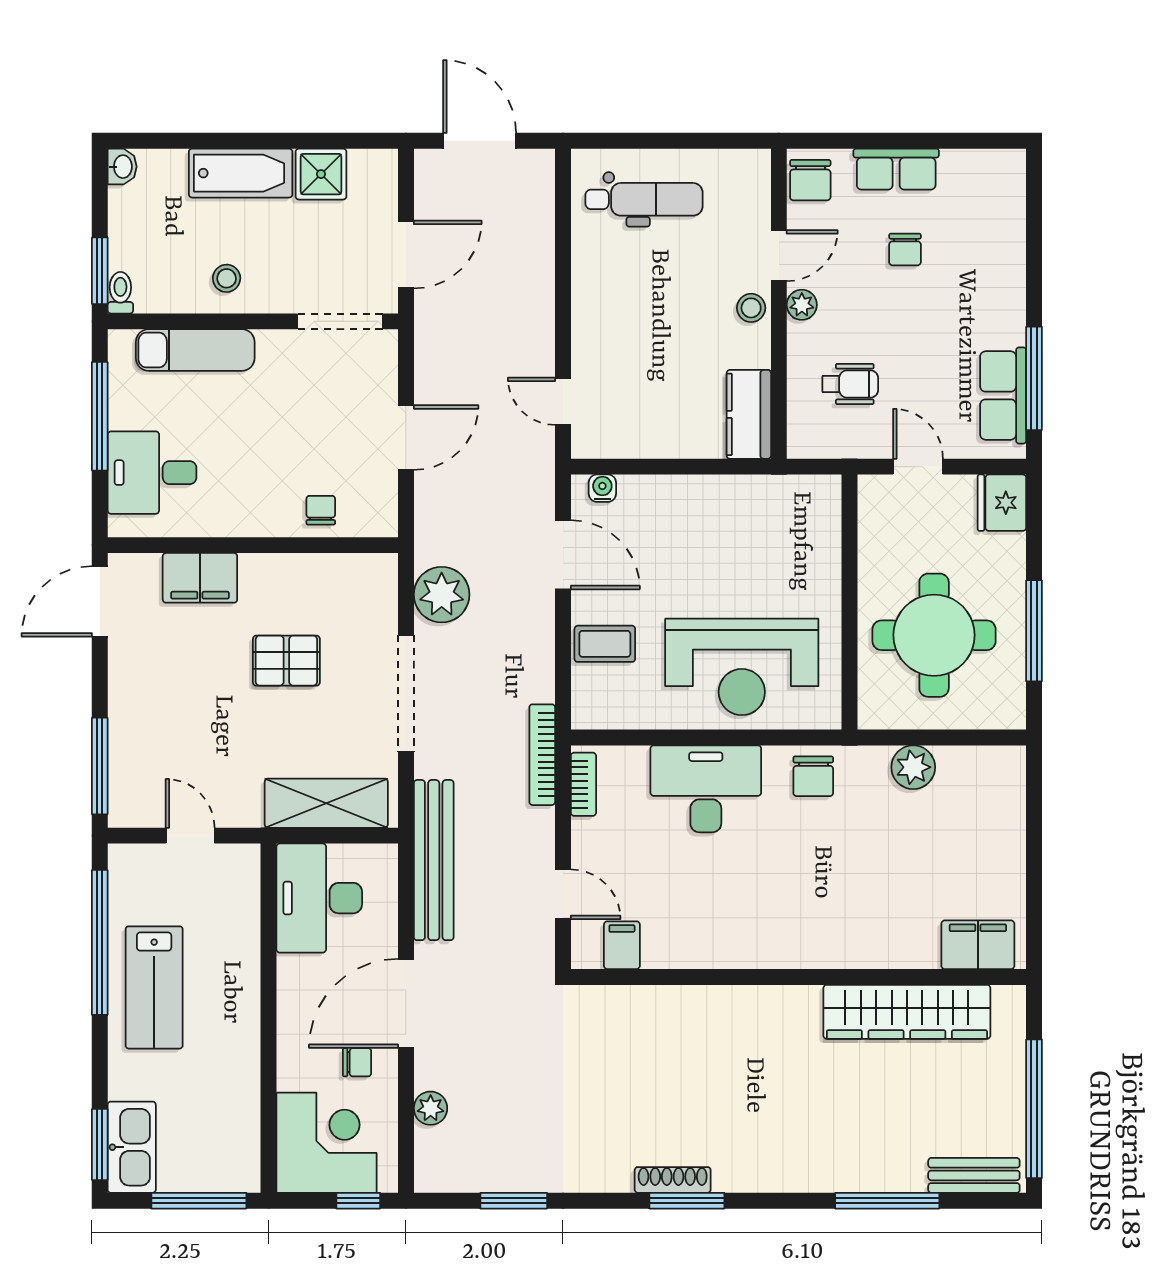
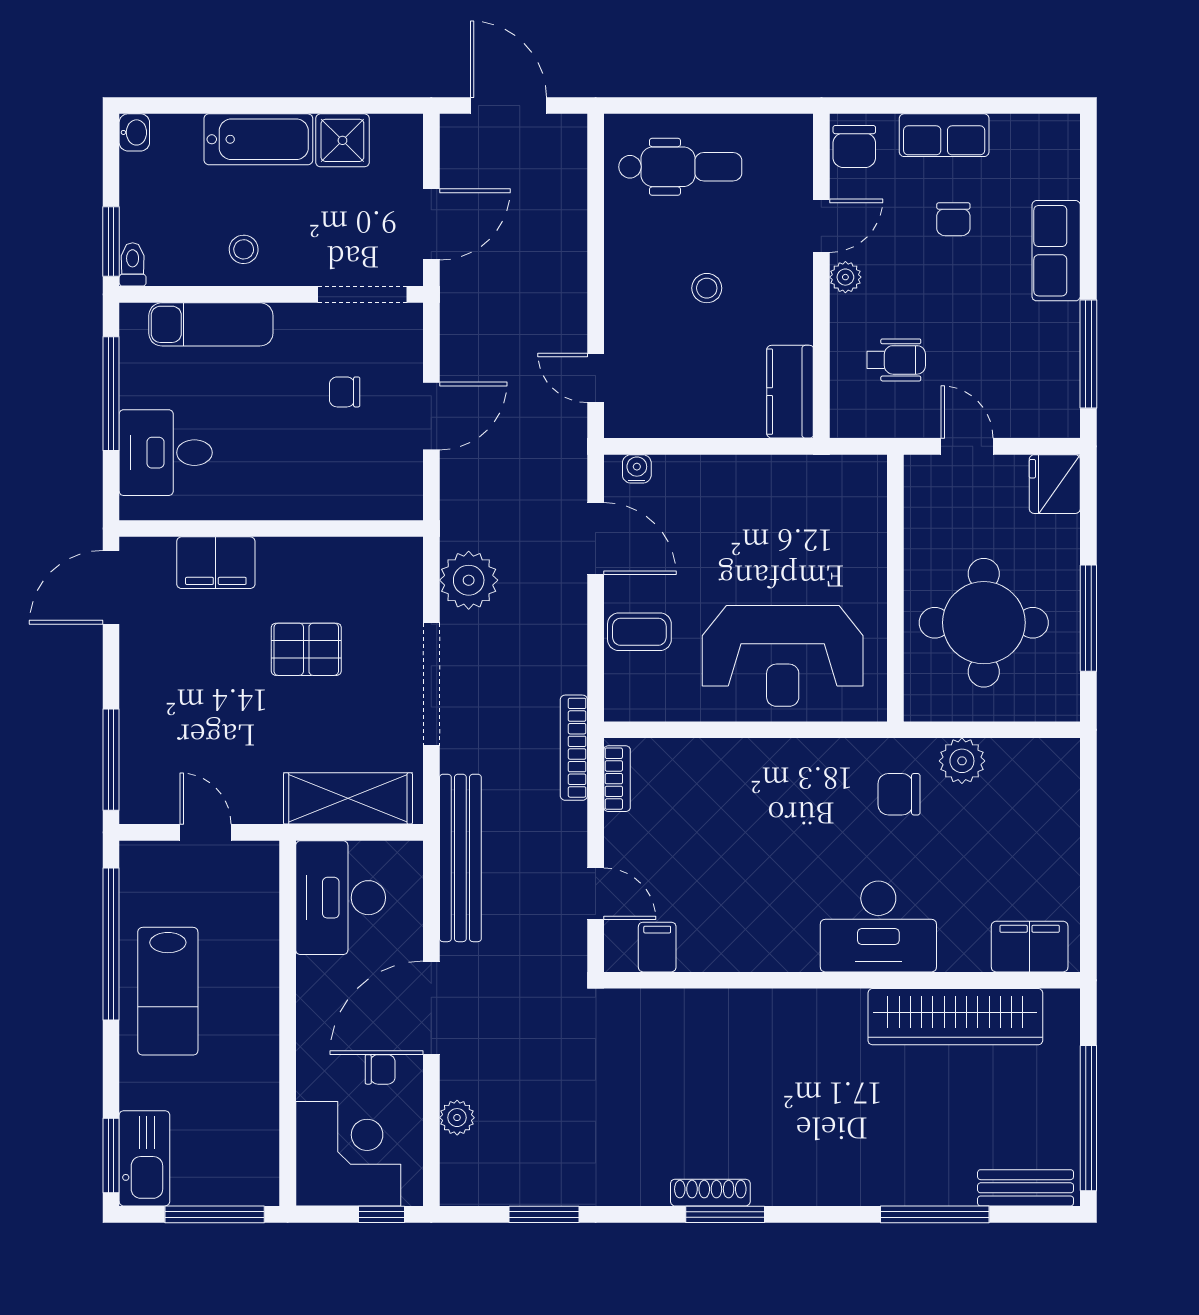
stool: (751, 308) -> (707, 288), moved
row of seats: (1003, 395) -> (1056, 251), moved
chair: (321, 510) -> (345, 392), moved, turned -90
chair: (813, 776) -> (899, 794), moved, turned 90
desk: (706, 789) -> (878, 927), moved, turned 180

